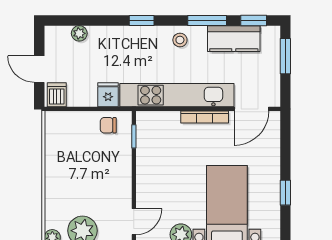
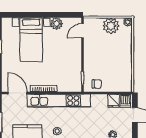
fridge: (108, 95) -> (113, 101), moved
door: (251, 109) -> (18, 93), hinge flipped

